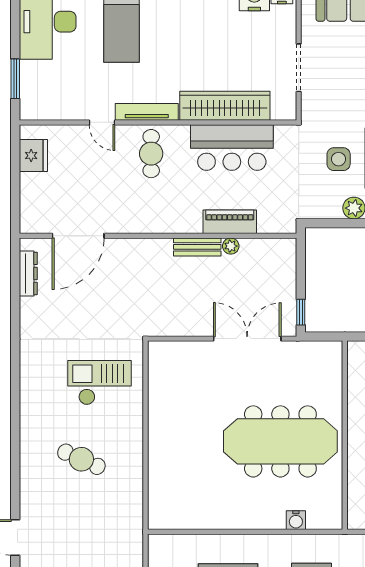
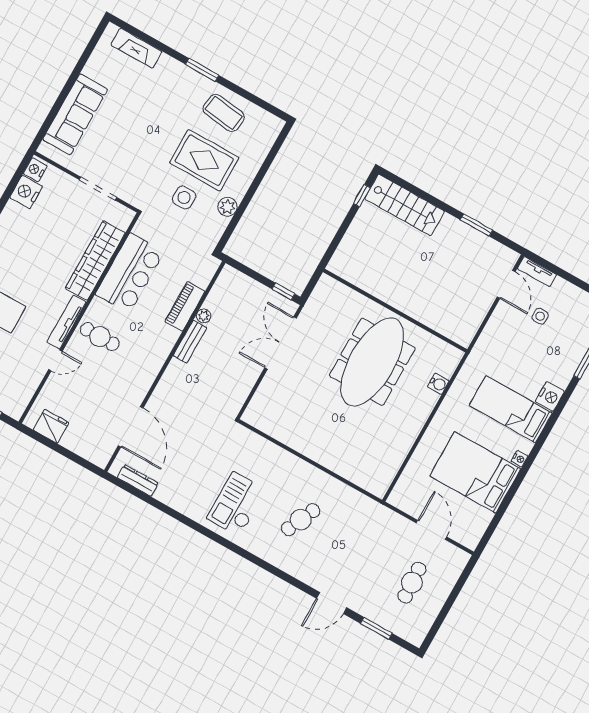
checkout: (99, 383) -> (236, 504), moved

